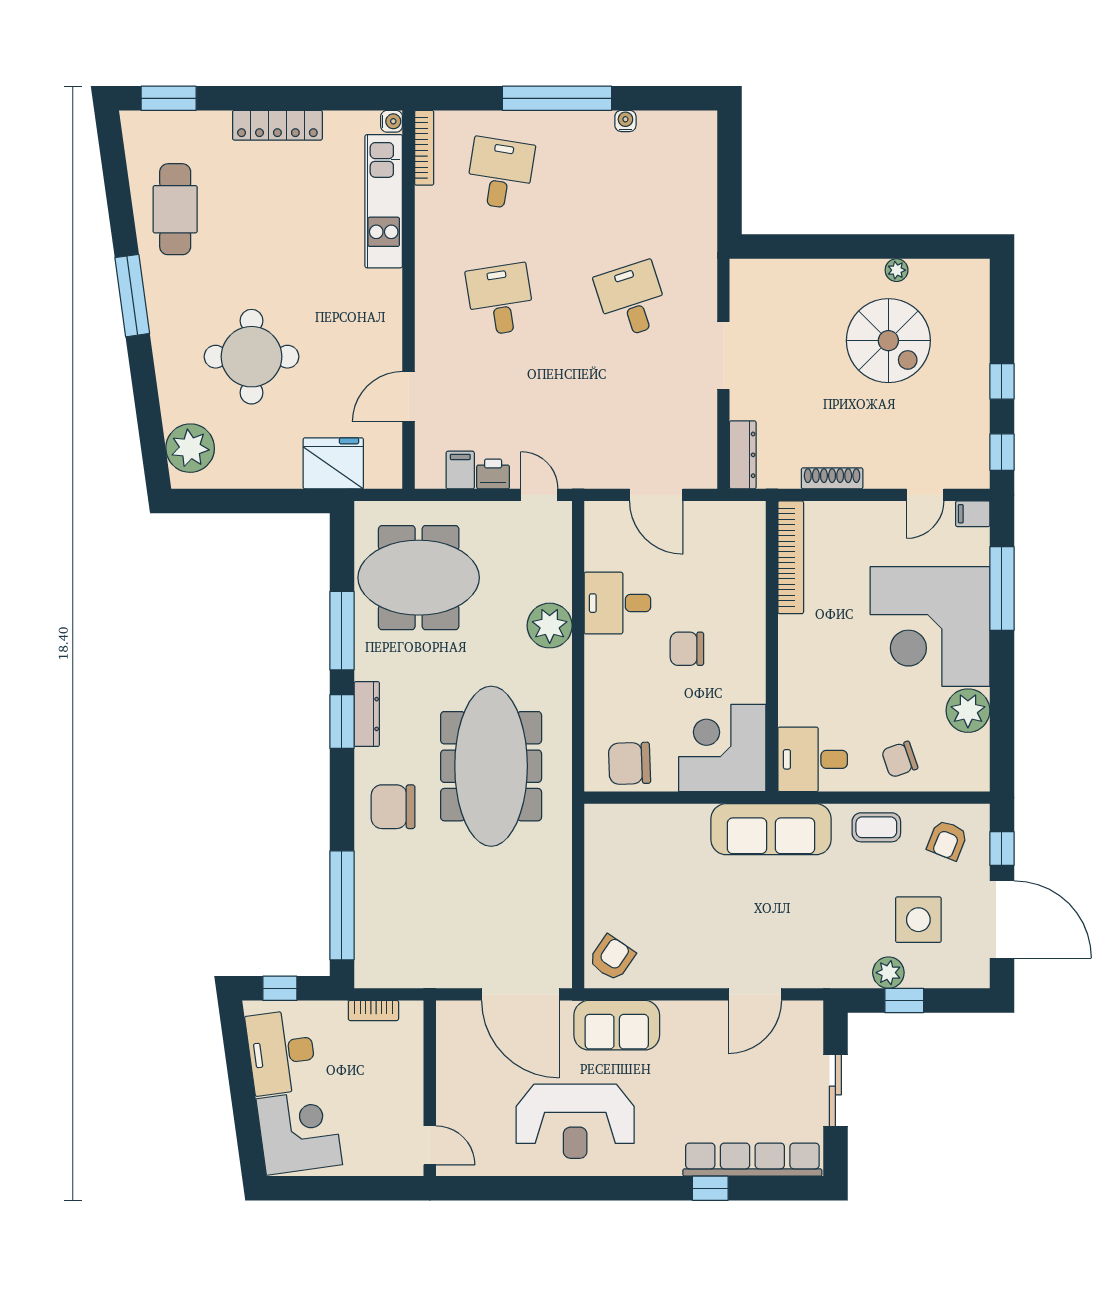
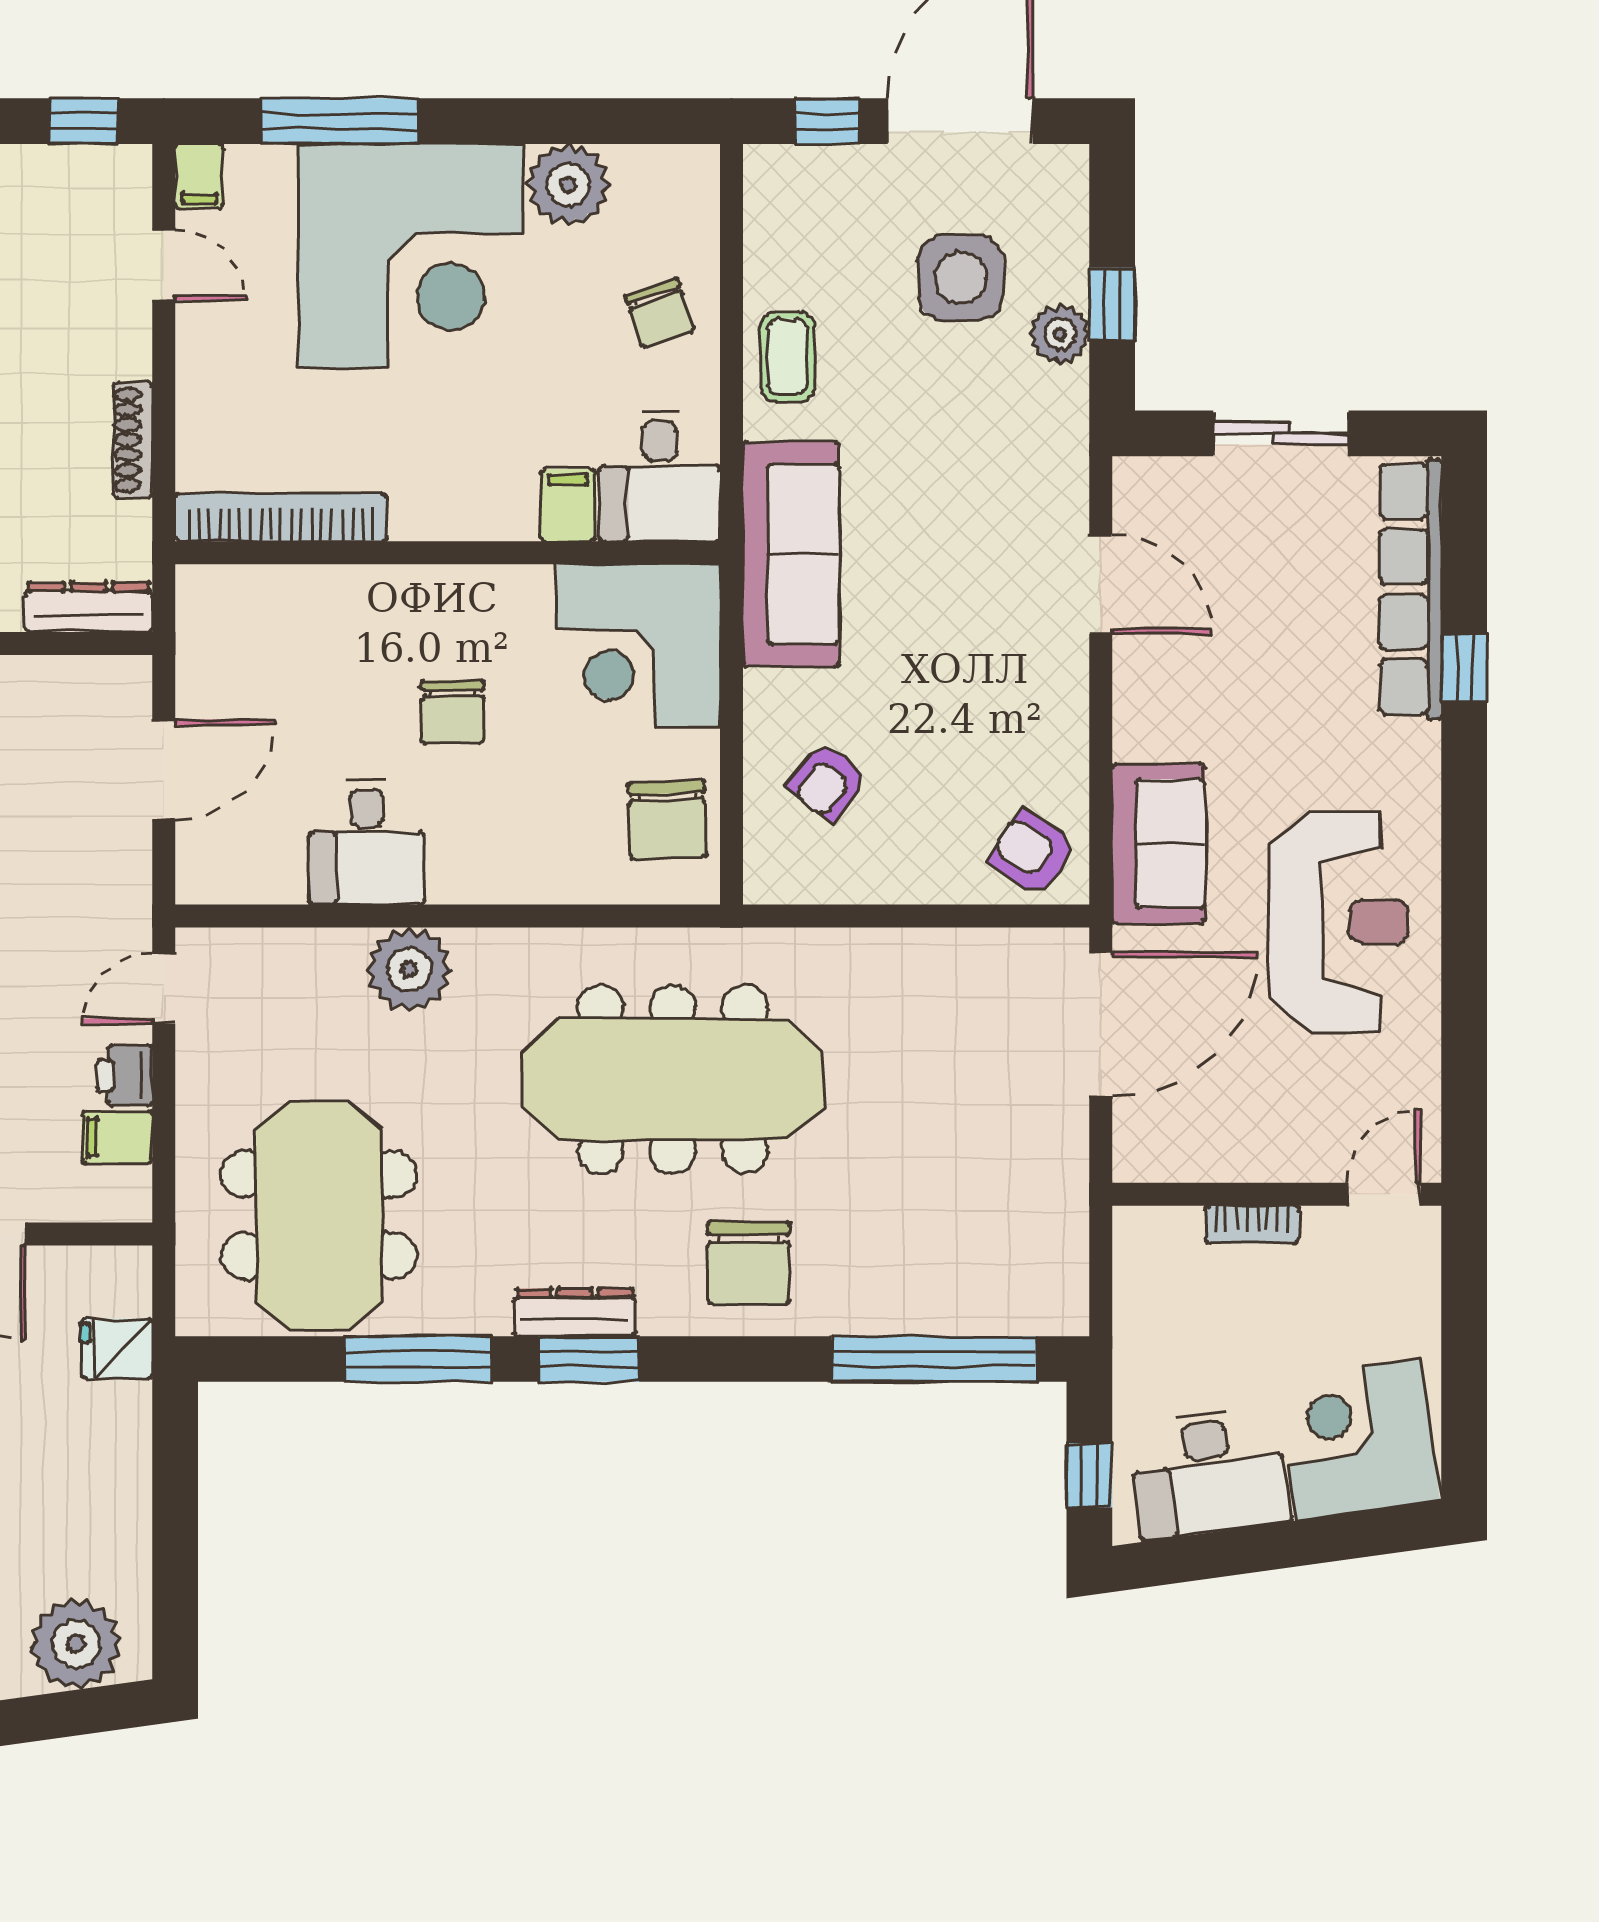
fridge: (333, 463) -> (117, 1349), width x0.53, depth x0.75
filing cabinet: (797, 710) -> (568, 505), added
armchair: (947, 840) -> (828, 782), moved, turned 106
bookcase: (373, 1010) -> (1252, 1225), moved, turned 90

